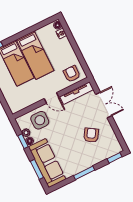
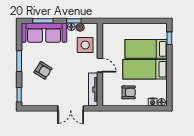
armchair: (72, 74) -> (129, 92), moved
door: (52, 98) -> (100, 65), swing flipped
armchair: (91, 135) -> (43, 70), moved

